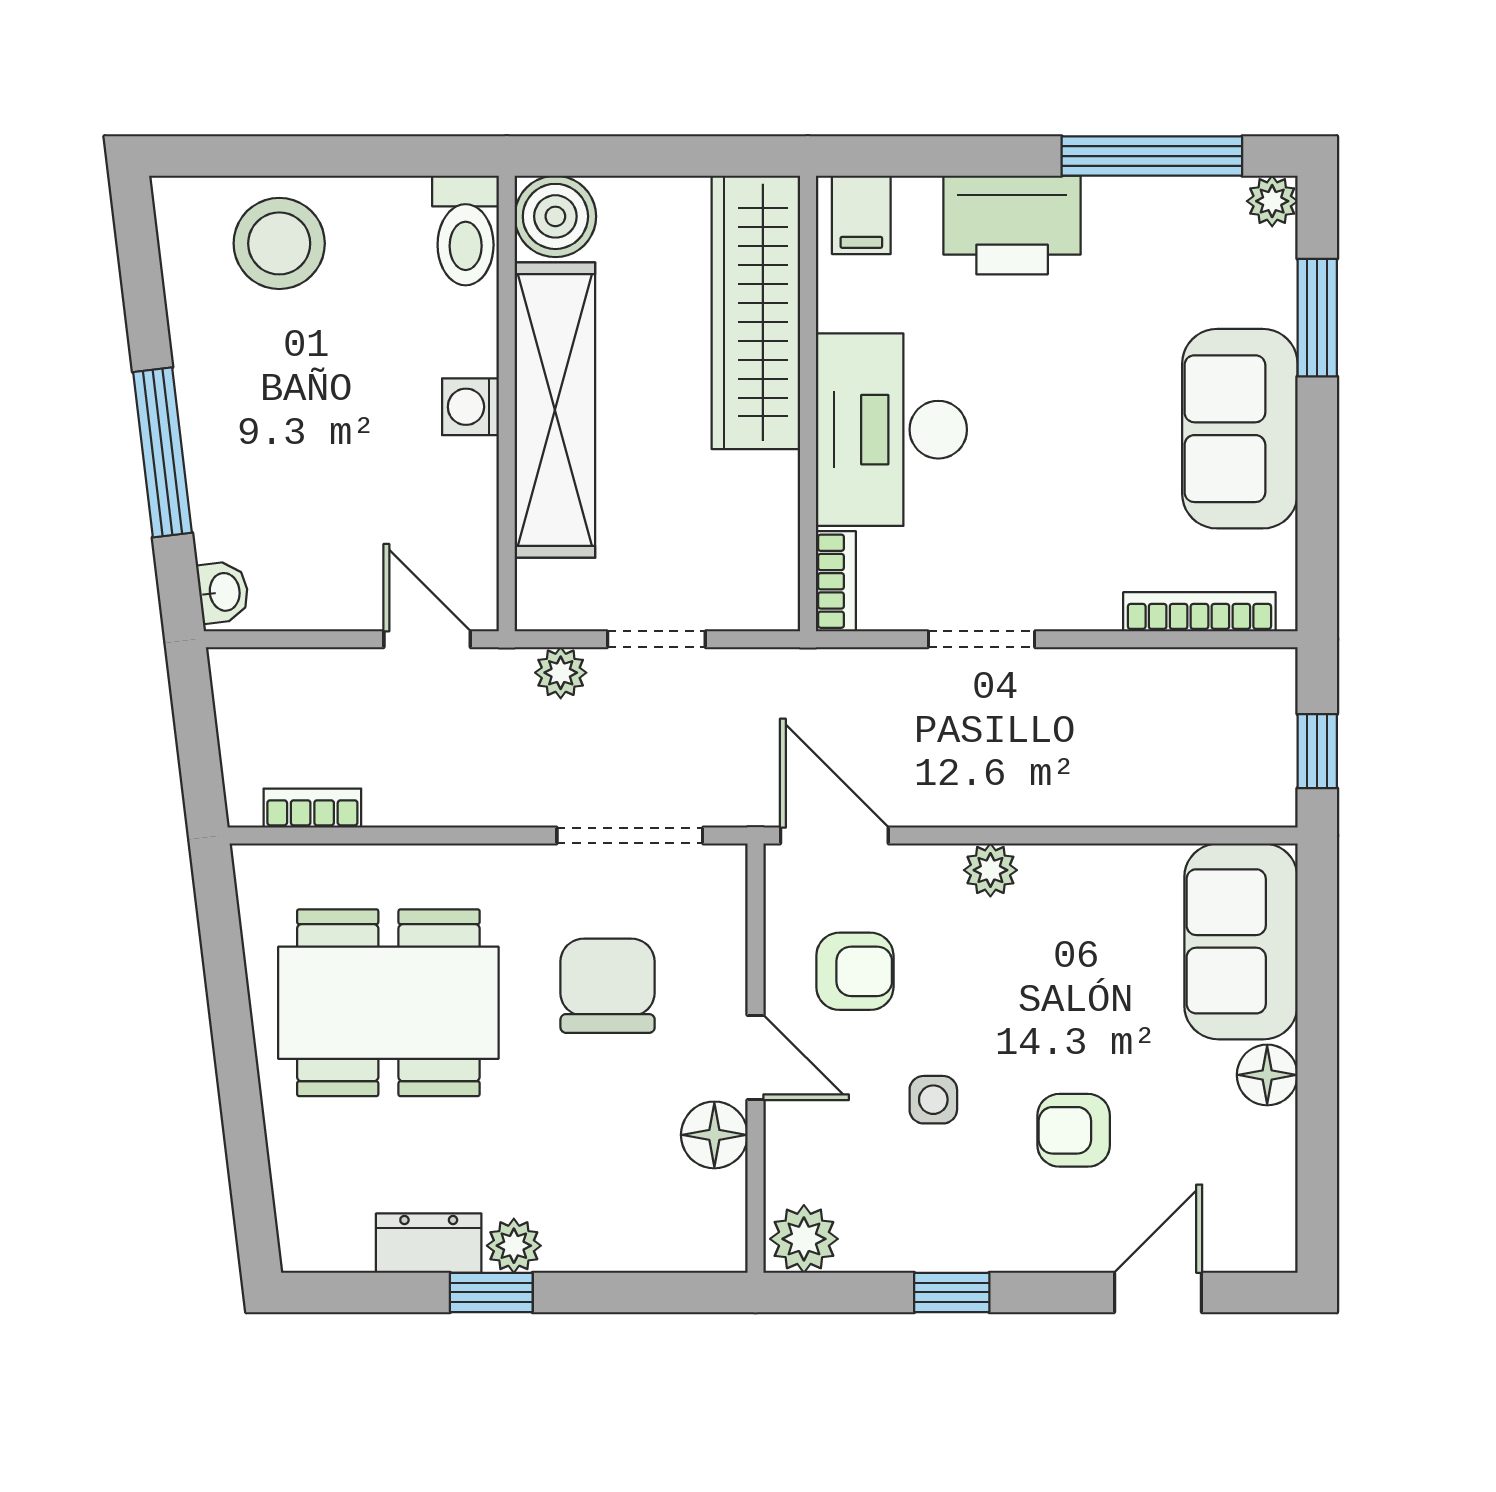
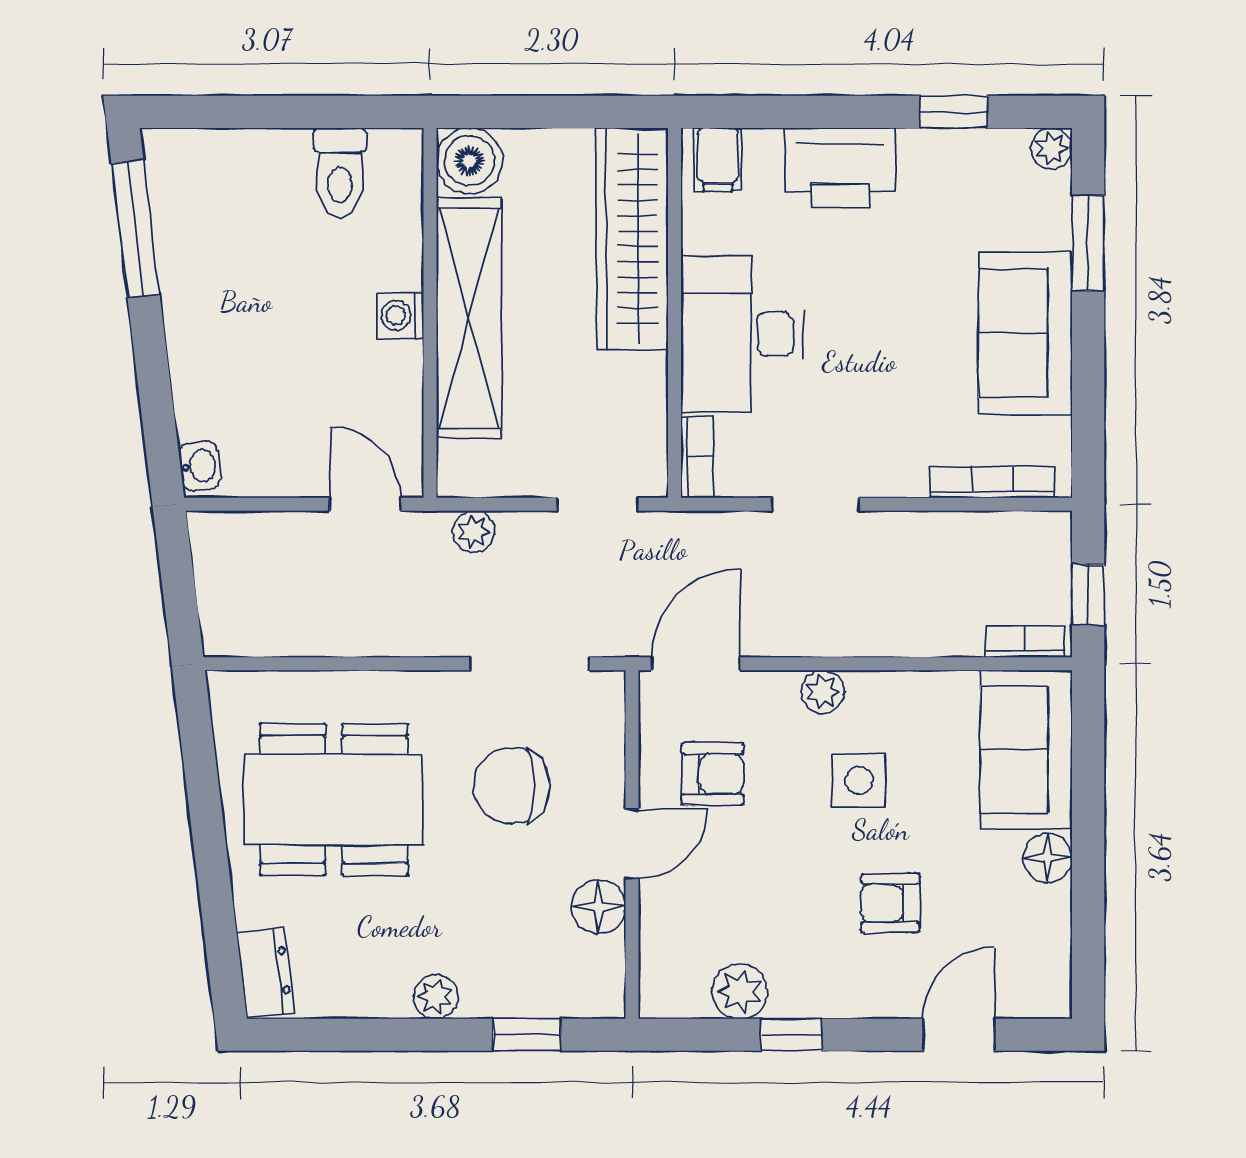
window: (1152, 156) -> (954, 112), width x0.46
toilet: (466, 231) -> (340, 172), moved
stool: (279, 243) -> (245, 183), removed
window: (163, 452) -> (135, 229), moved
doorway: (656, 639) -> (597, 504), moved
bookcase: (312, 808) -> (1024, 641), moved
door: (834, 836) -> (696, 664), hinge flipped
chair: (608, 986) -> (512, 786), turned -90
door: (756, 1057) -> (632, 844), hinge flipped
side table: (933, 1100) -> (859, 780), moved, width x1.37, depth x1.37
plant: (804, 1239) -> (740, 991), moved
dresser: (429, 1243) -> (265, 973), moved, turned 83
window: (491, 1292) -> (527, 1035), moved

